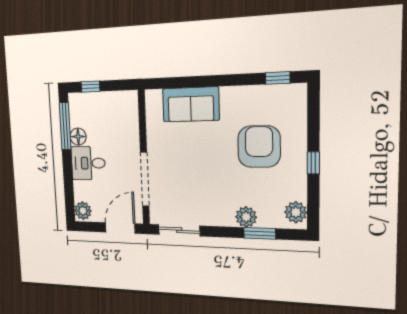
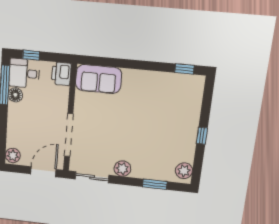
printer: (127, 104) -> (61, 74), added
sofa: (191, 104) -> (98, 79), moved
armchair: (259, 147) -> (163, 119), removed
desk: (88, 163) -> (24, 73), moved
plant: (246, 217) -> (122, 169), moved

